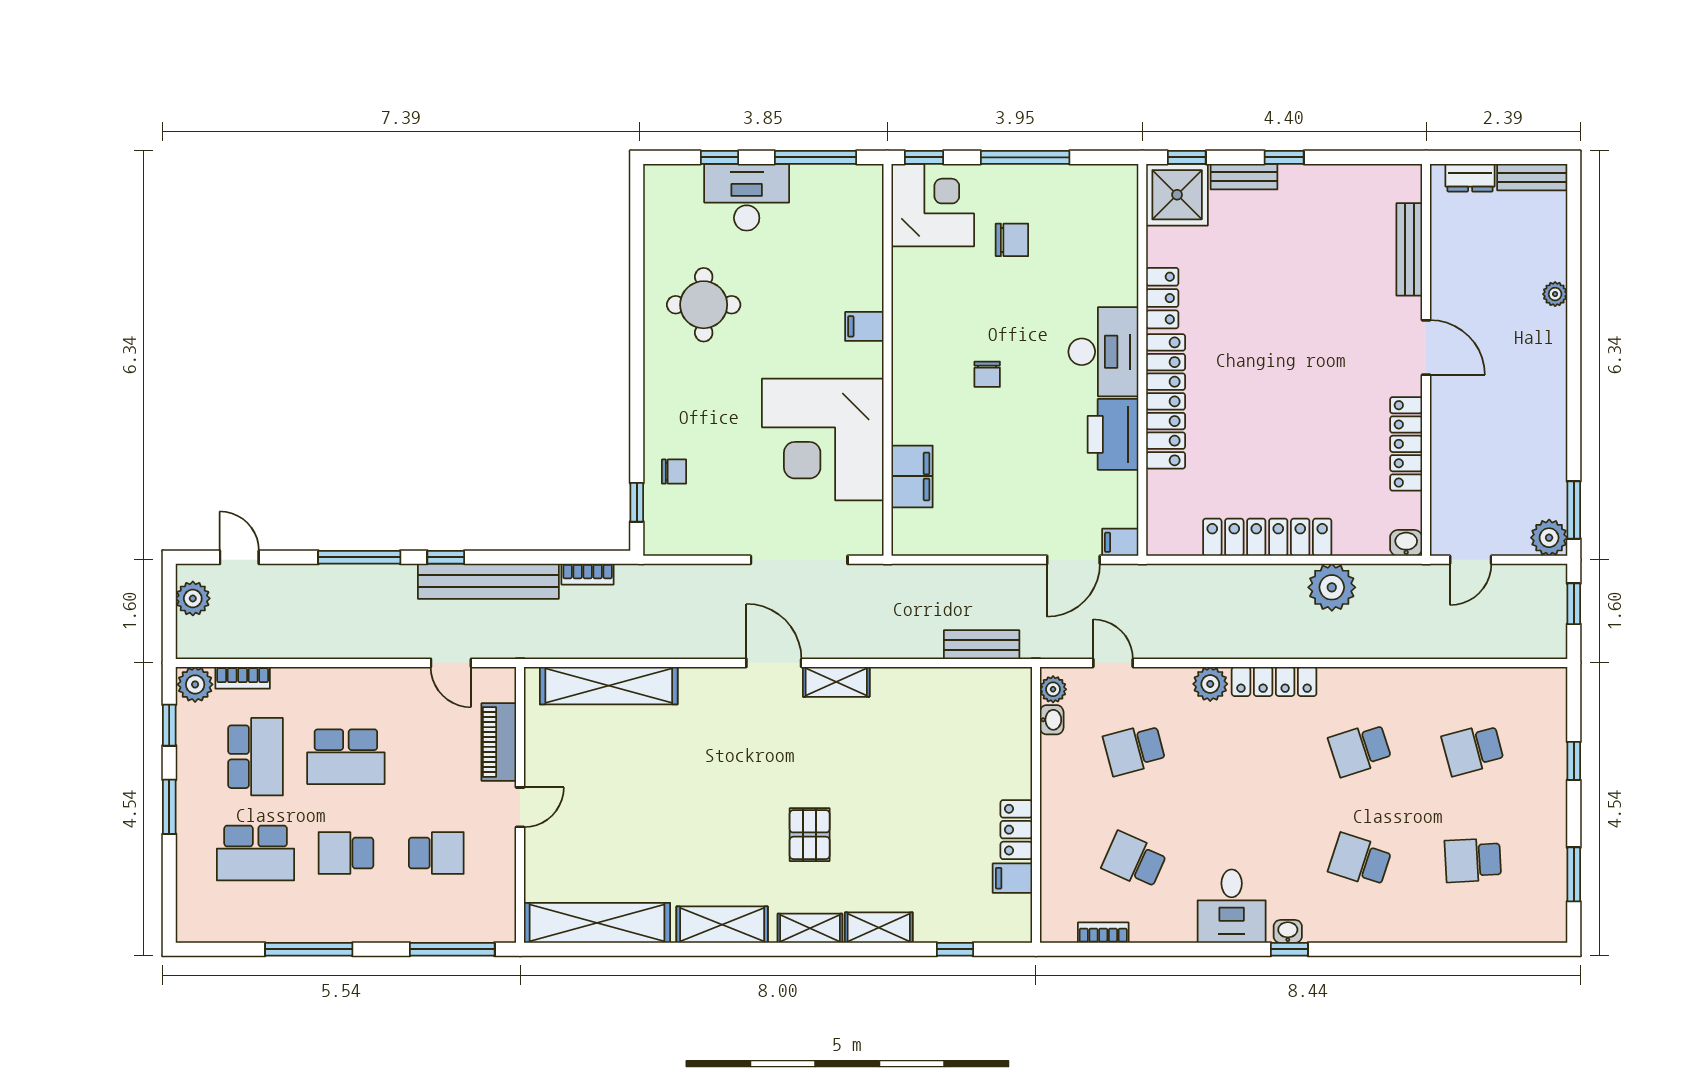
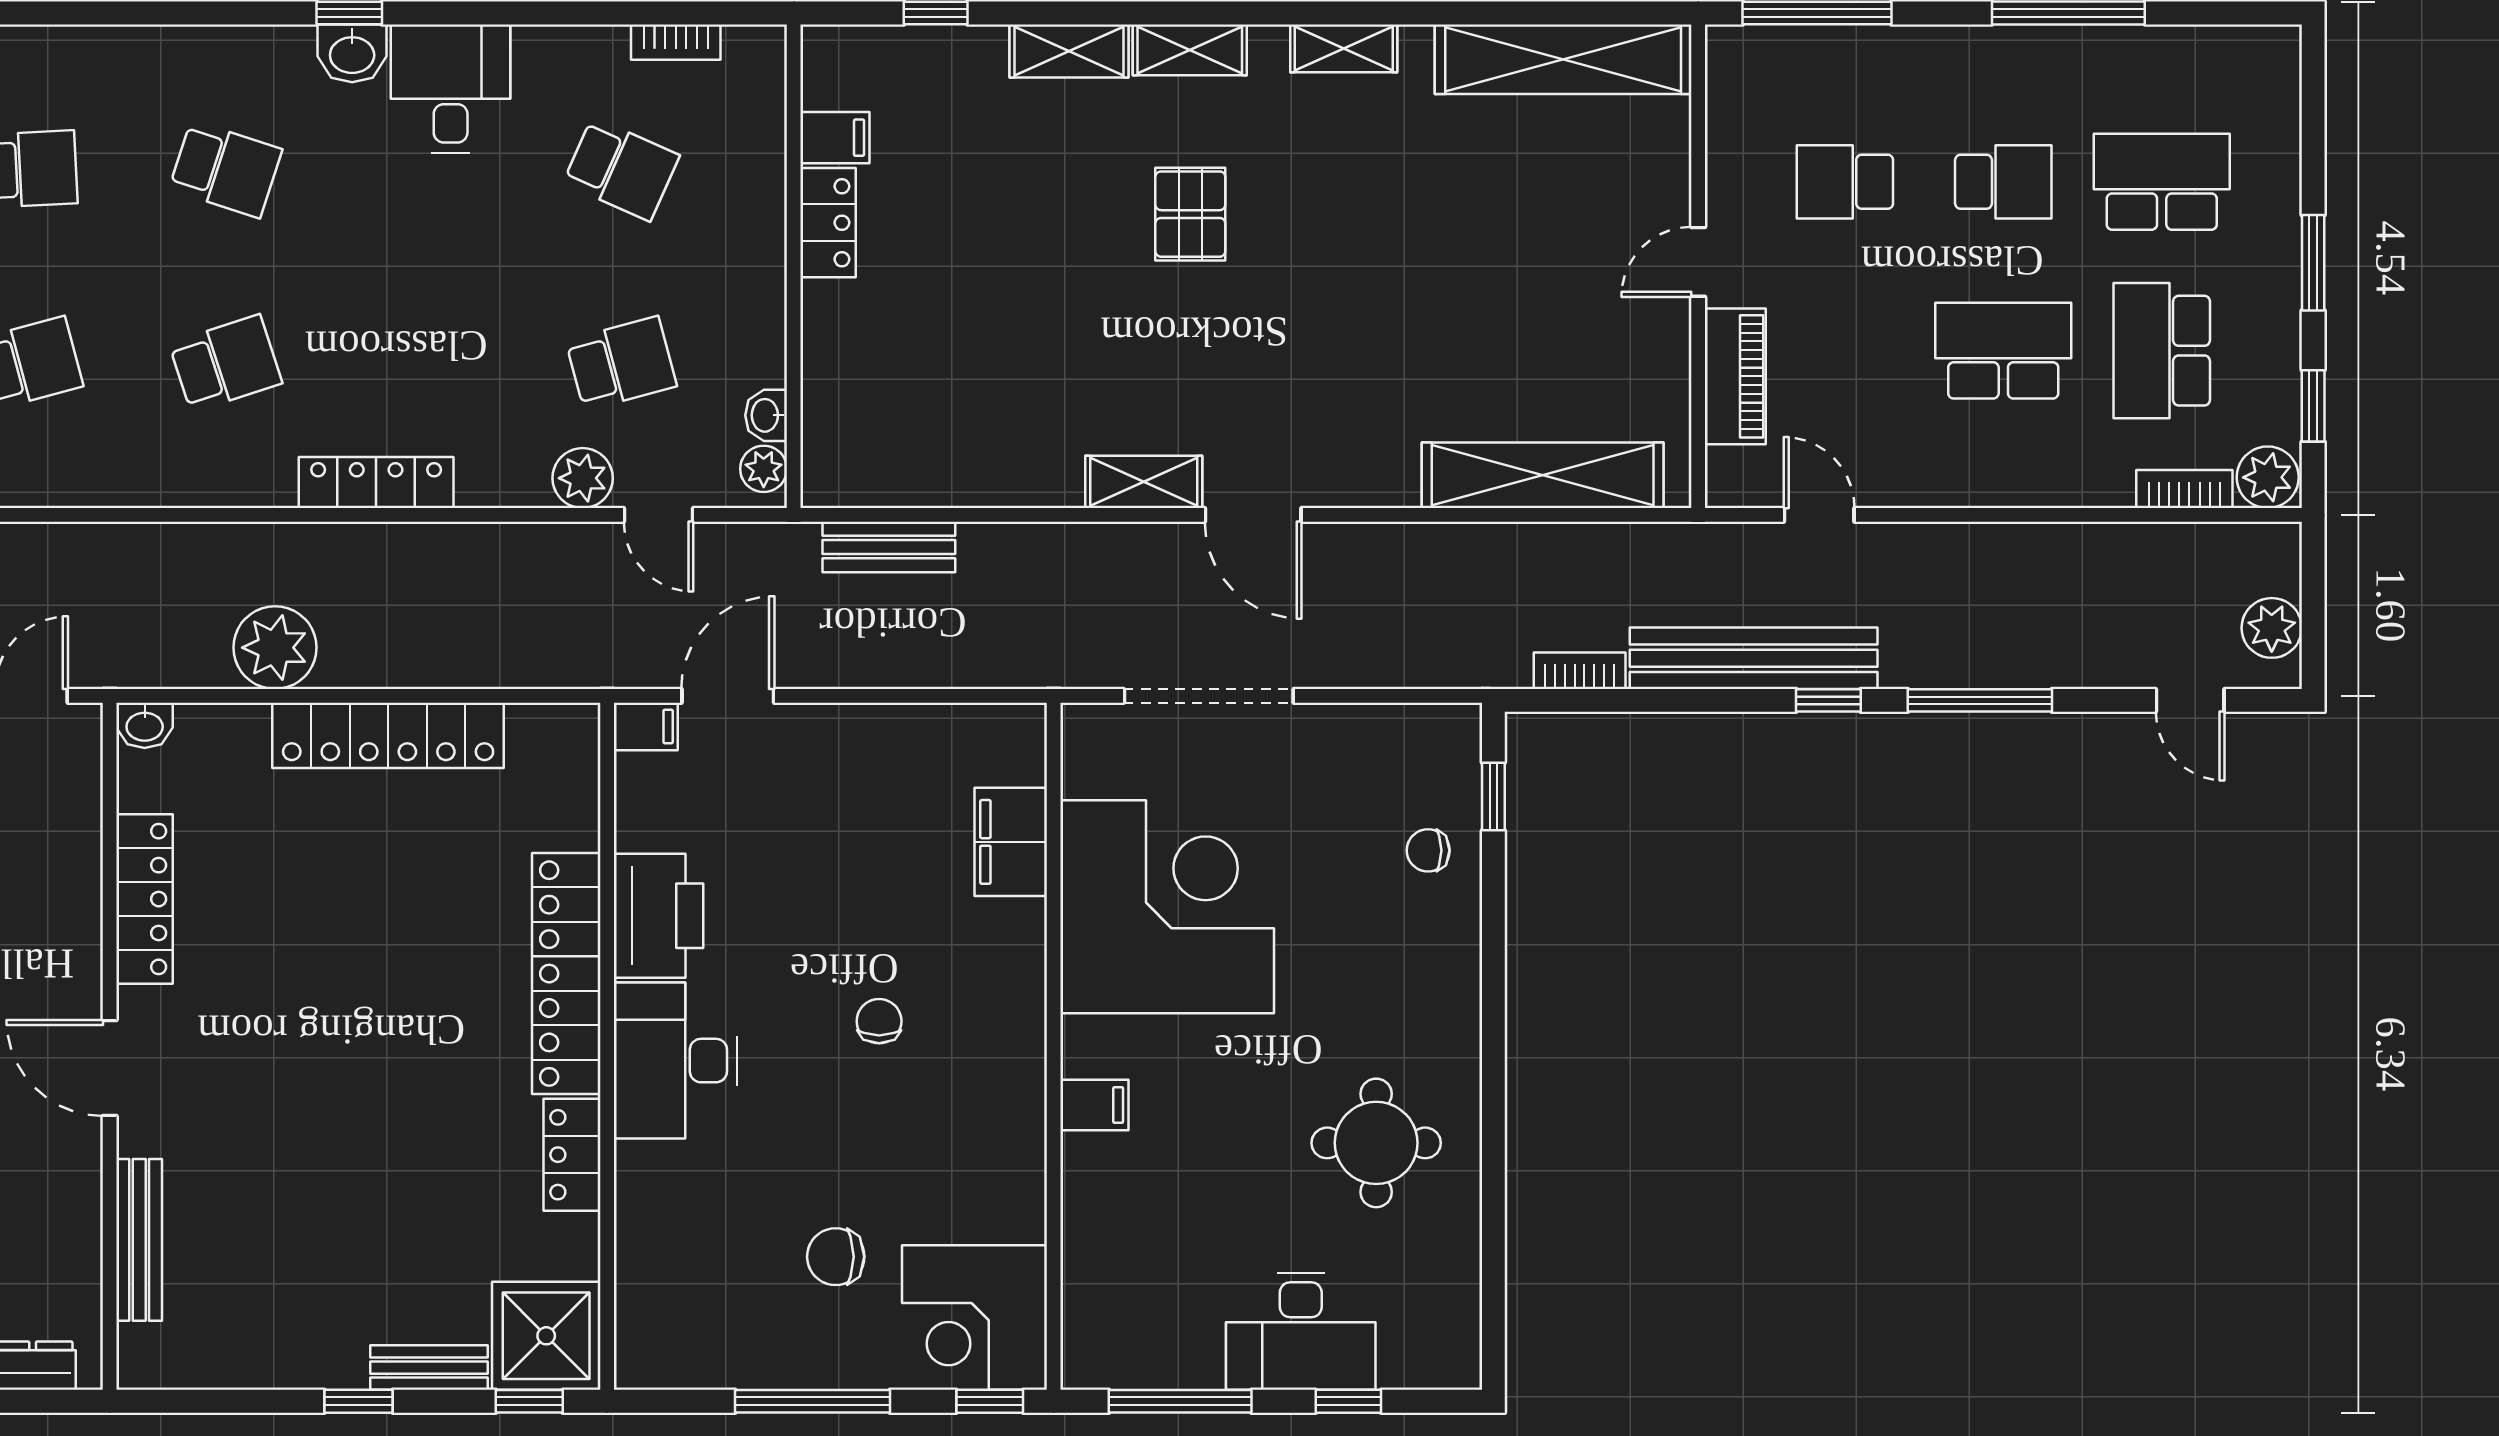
plant: (1210, 684) -> (583, 478), moved
shelving: (722, 925) -> (1344, 48), width x0.67, depth x0.75
washbasin: (1288, 931) -> (352, 53), width x1.38, depth x1.45

